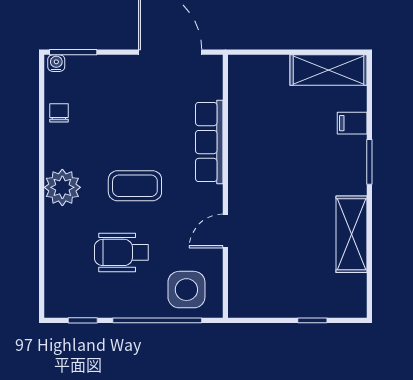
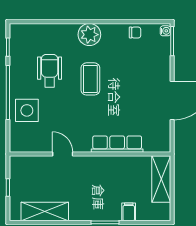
shelving: (328, 70) -> (161, 179), moved
row of seats: (209, 142) -> (117, 144), moved
wall: (225, 186) -> (90, 154), moved
door: (225, 231) -> (63, 154), moved
shelving: (351, 234) -> (45, 211), moved

